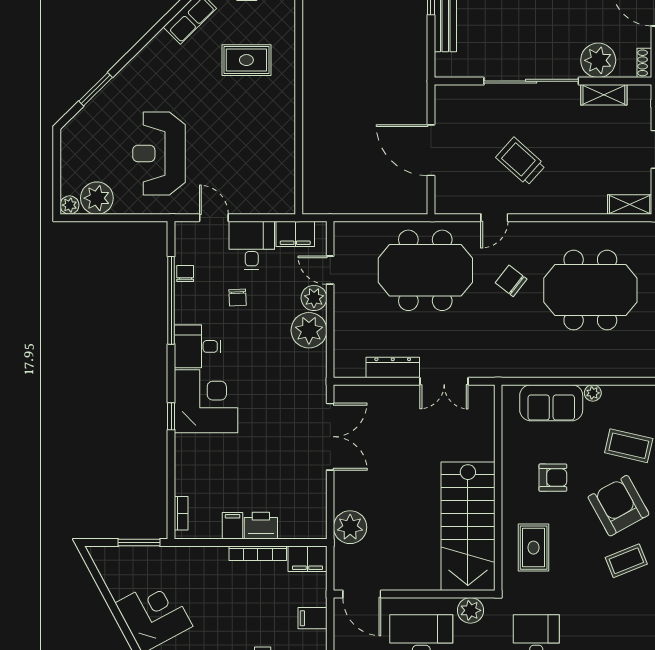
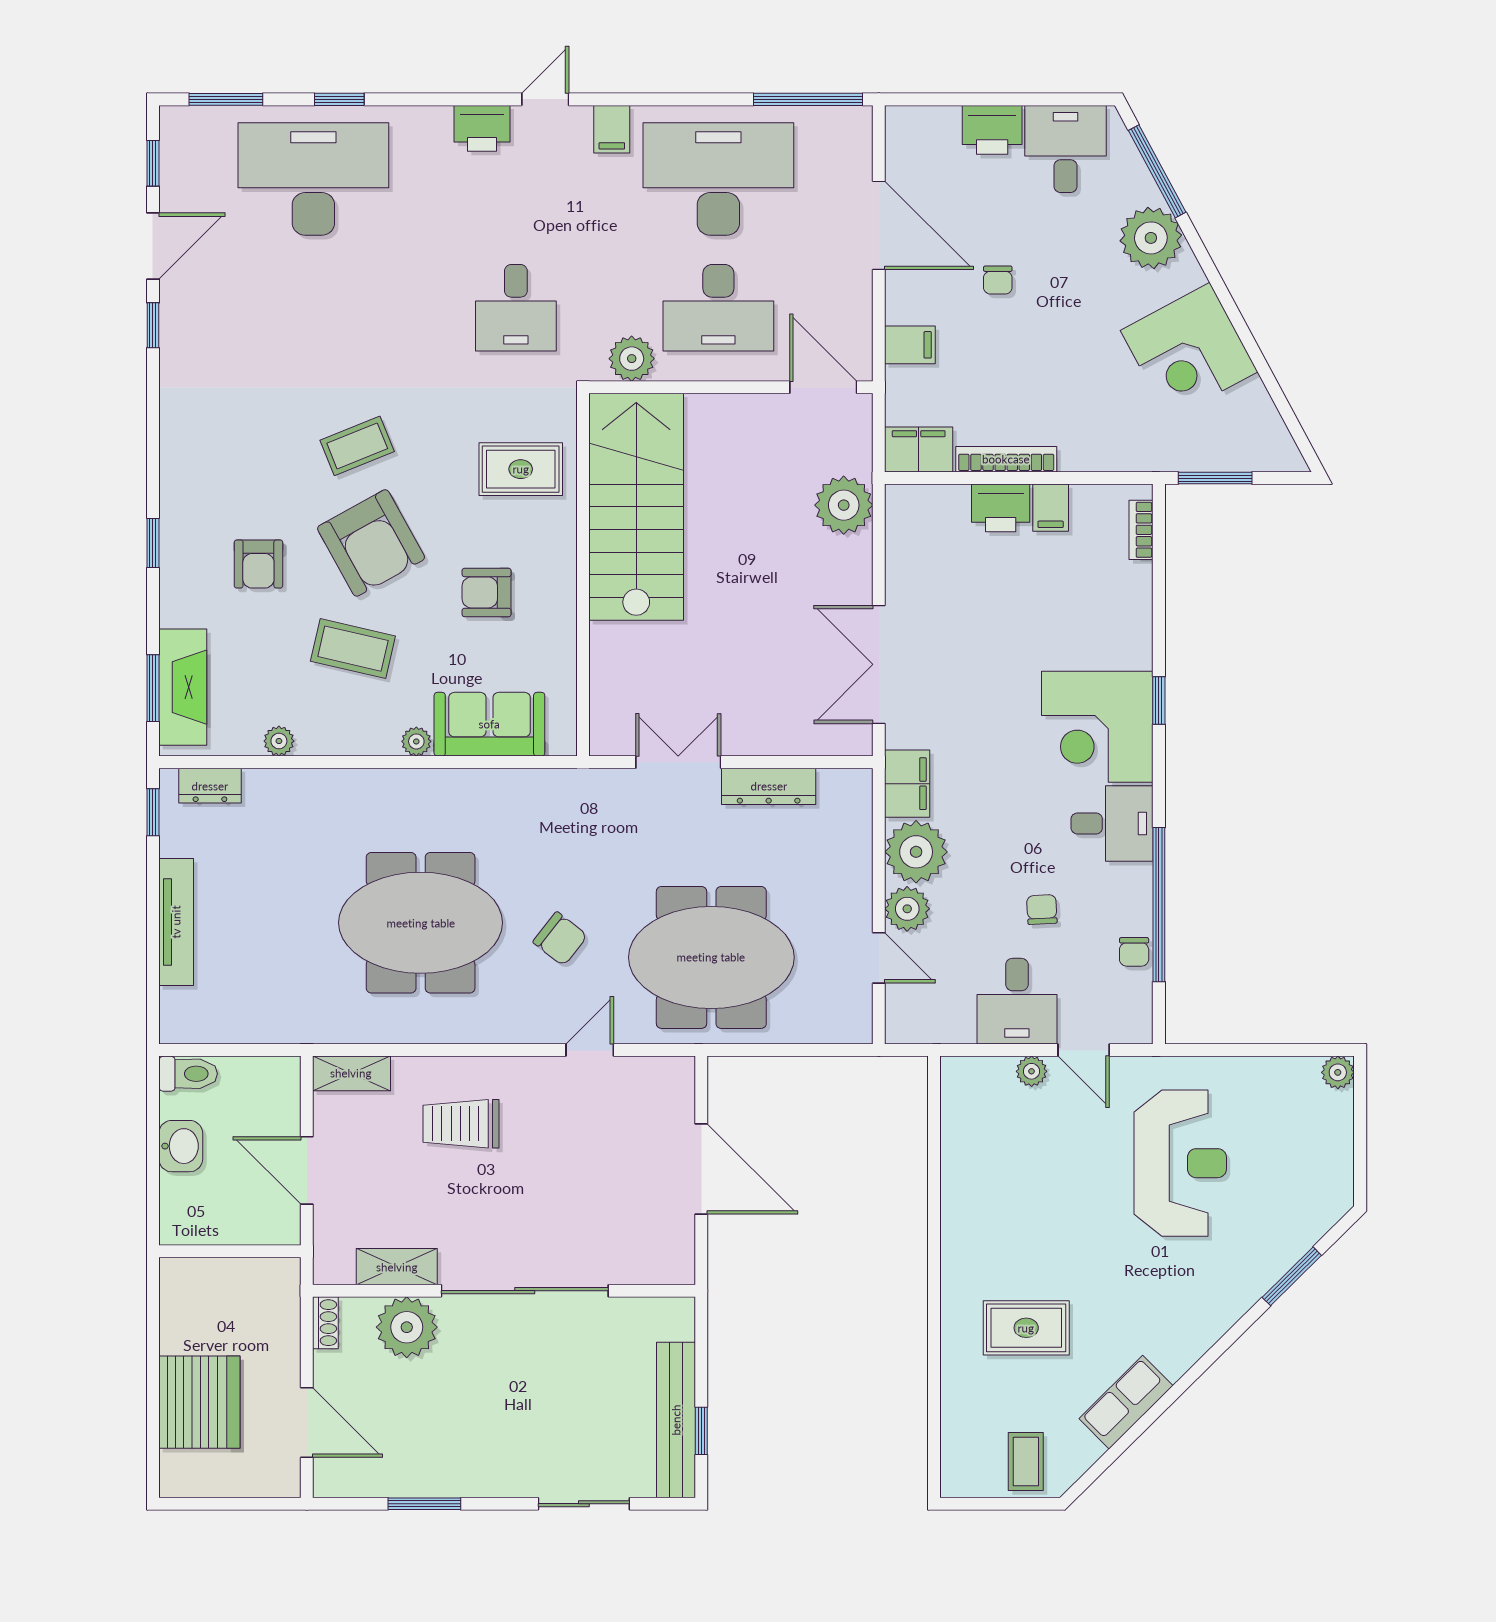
trolley: (521, 161) -> (461, 1124), moved, turned 138
plant: (97, 198) -> (1032, 1071), moved, width x0.53, depth x0.53
filing cabinet: (295, 234) -> (907, 784), moved, turned 90
rug: (534, 548) -> (521, 469), turned 90

